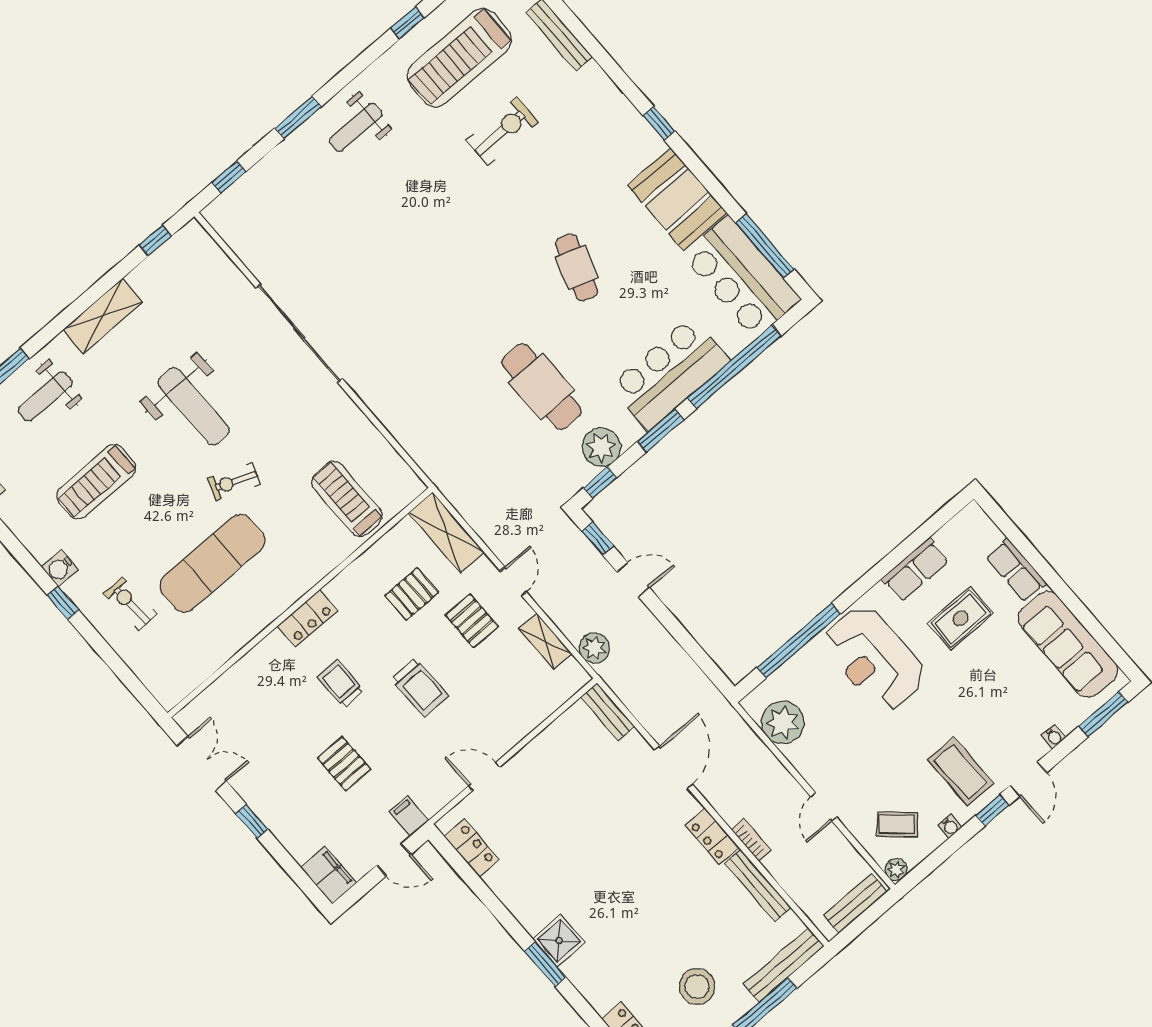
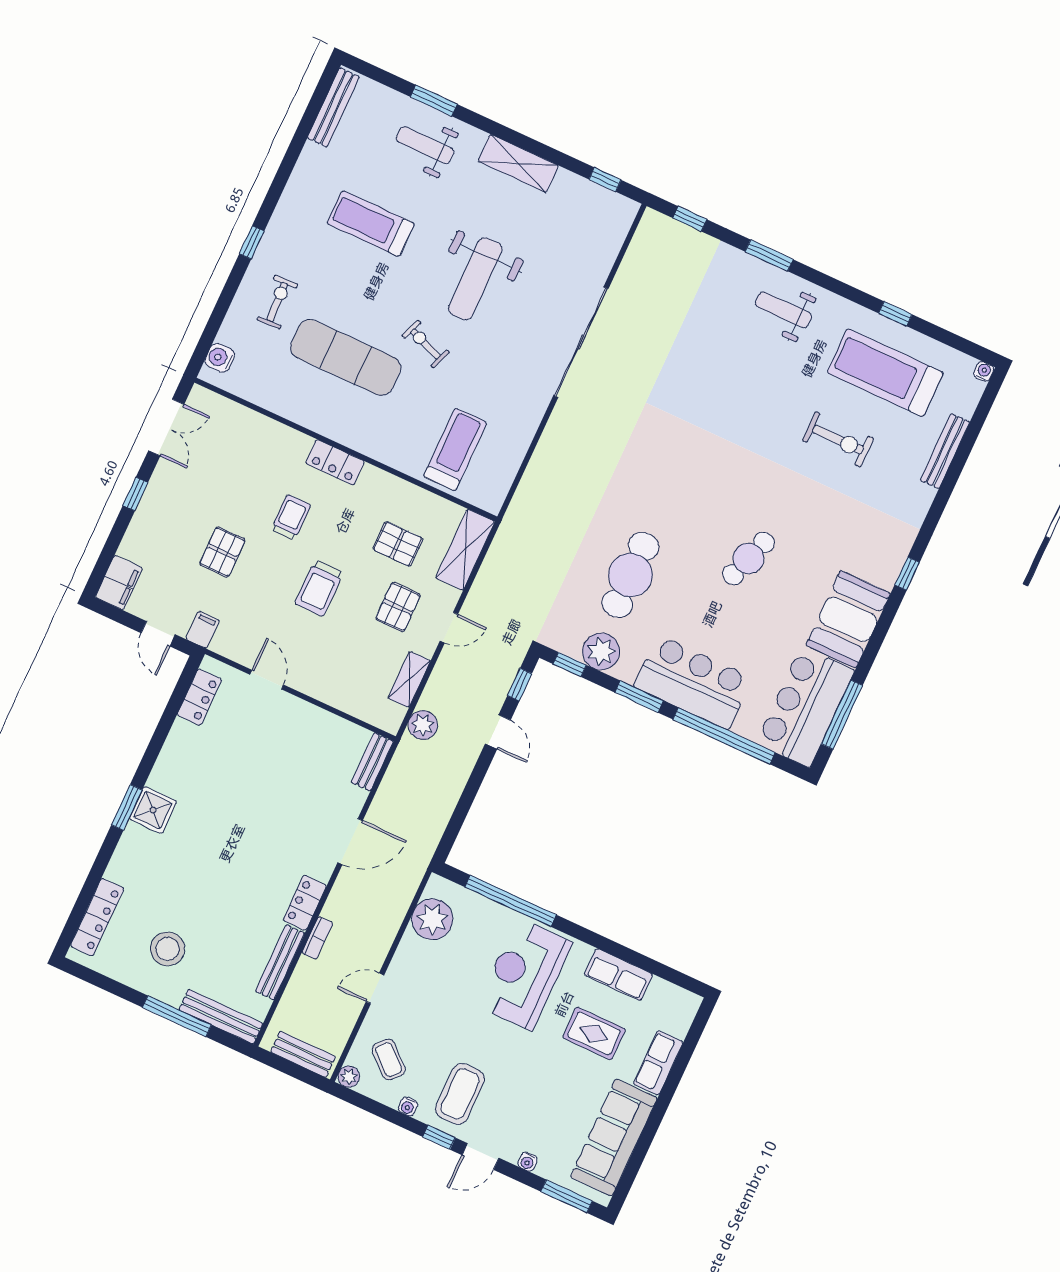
water cooler: (60, 568) -> (220, 358), moved

